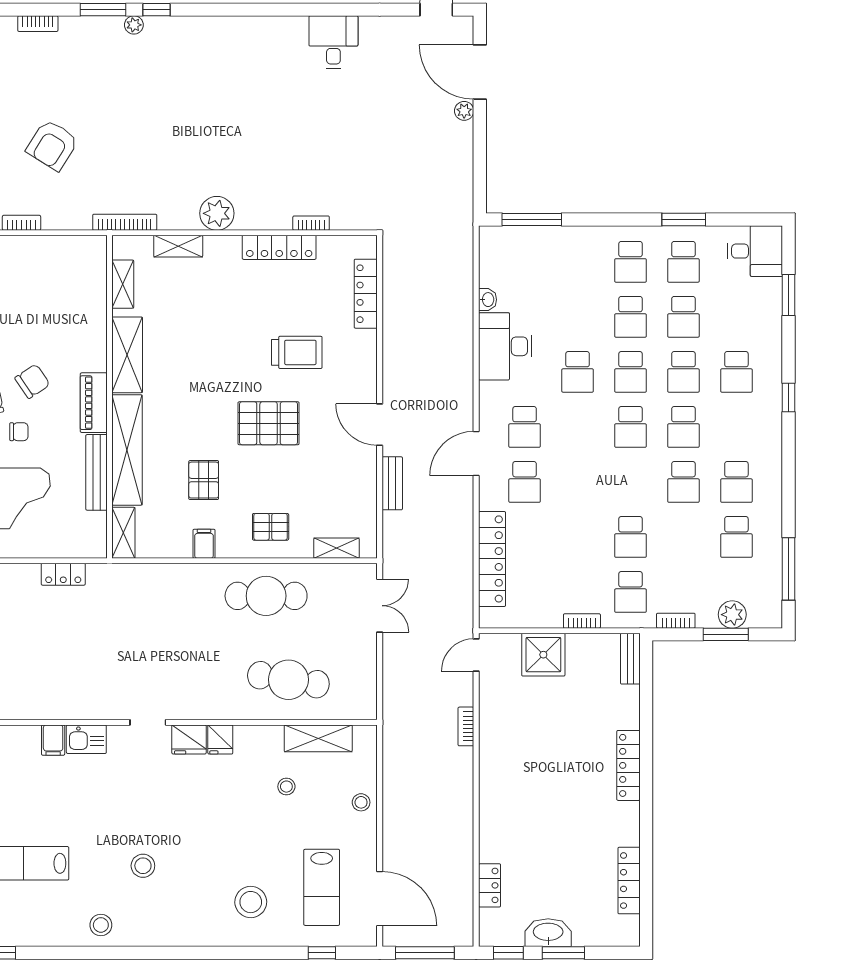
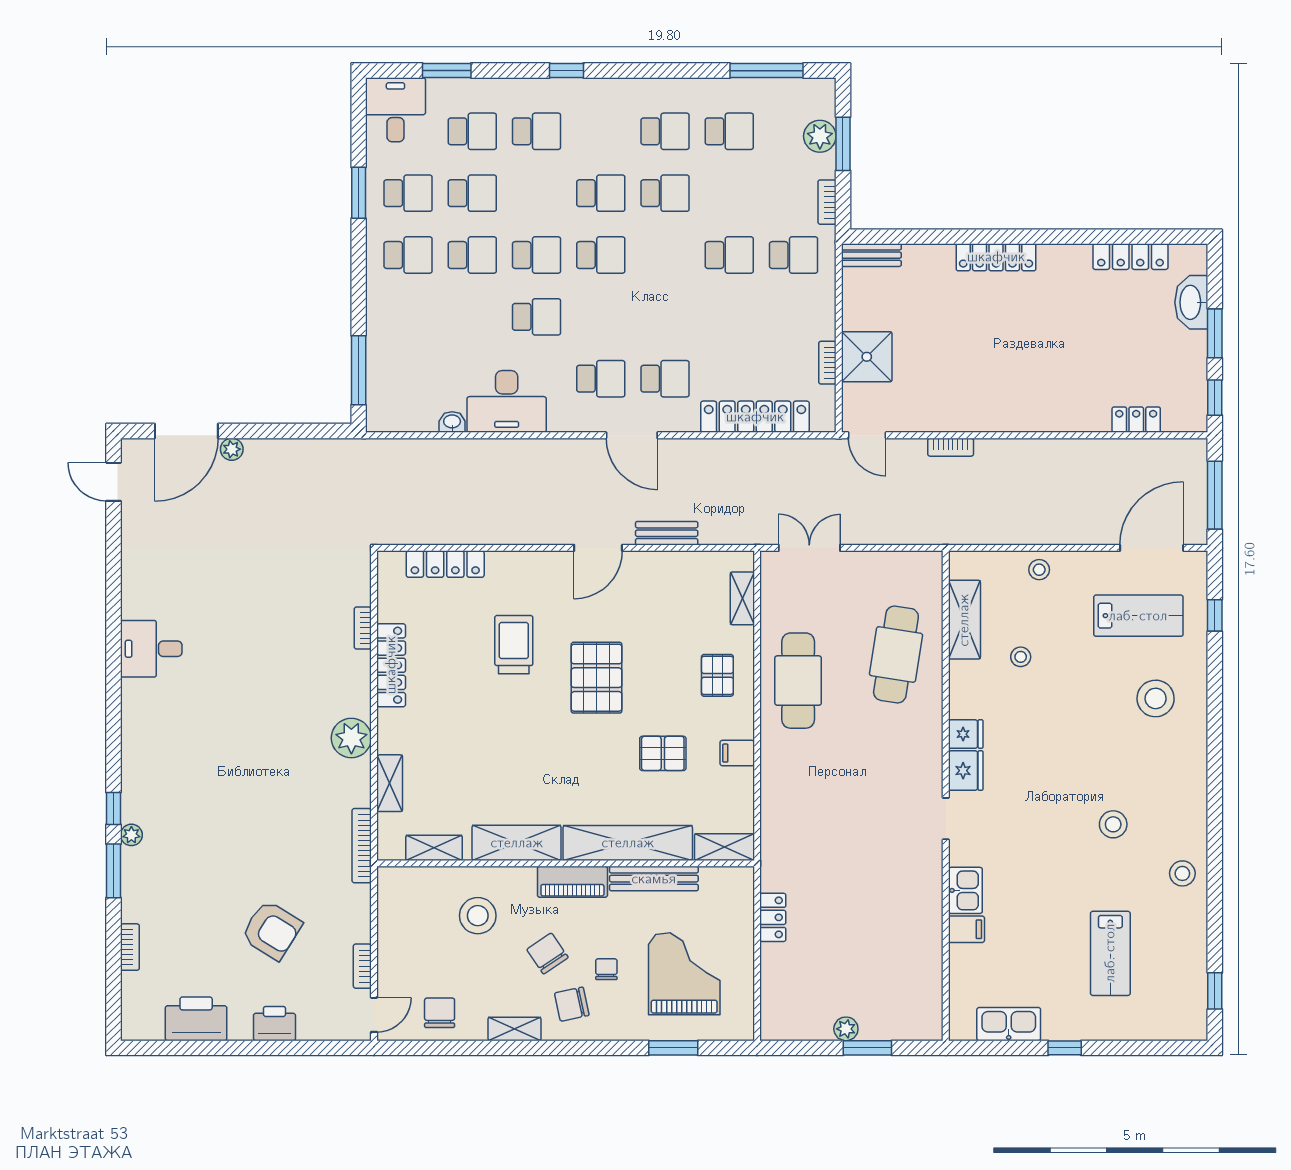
desk: (333, 42) -> (151, 649), moved
stool: (65, 322) -> (478, 916), added
school desk: (683, 372) -> (472, 131), moved
bookcase: (582, 621) -> (827, 363), moved
washbasin: (548, 933) -> (1191, 302), moved

